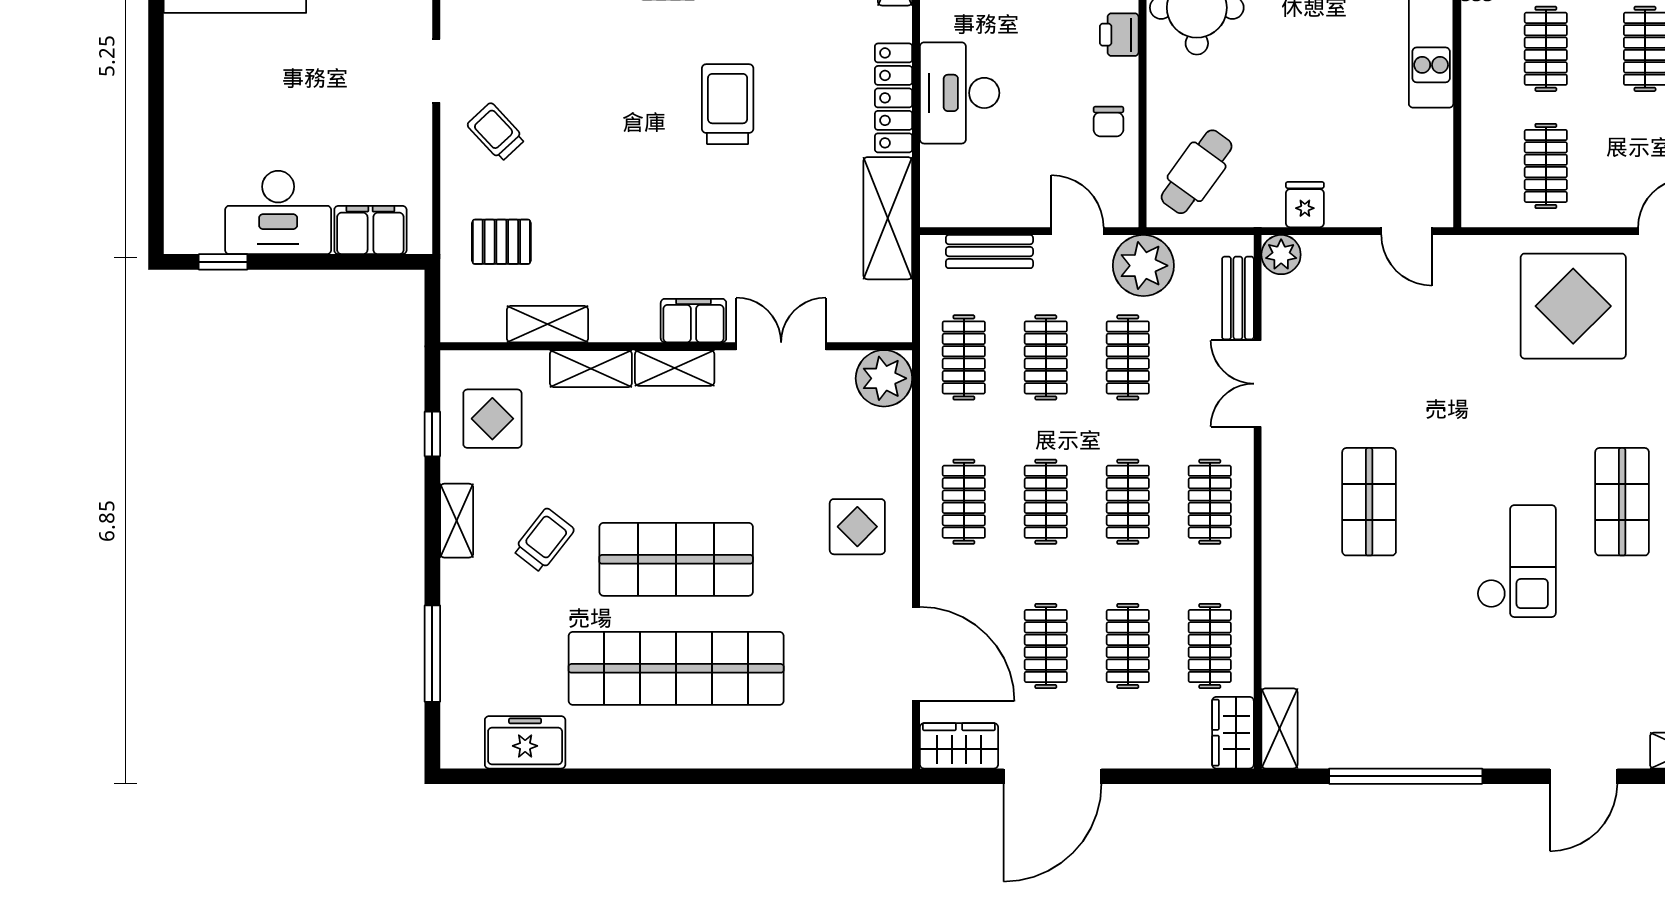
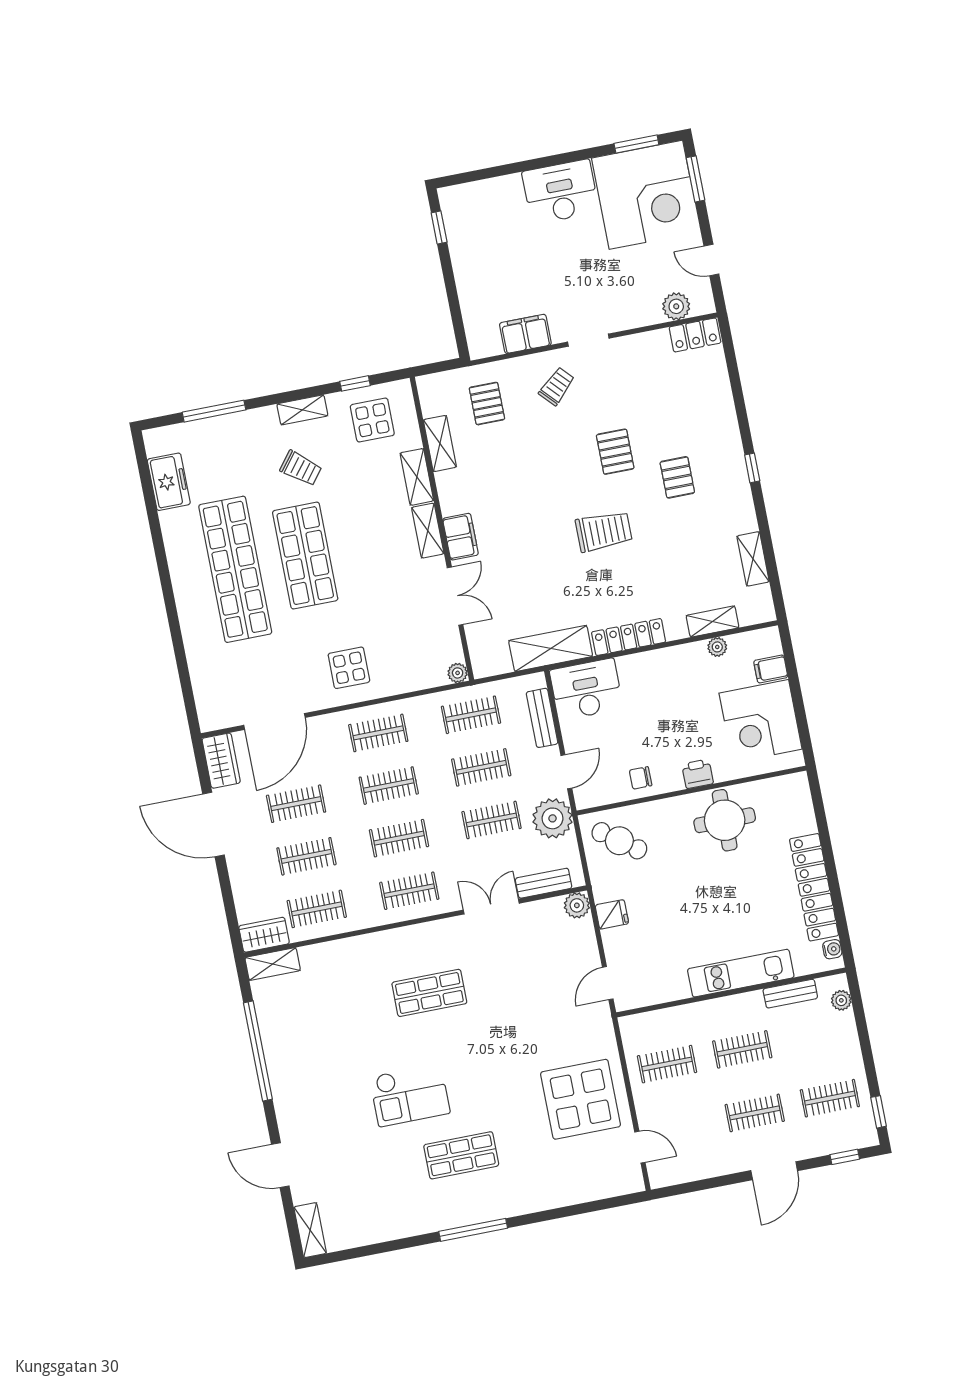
pallet: (611, 63) -> (615, 452), added
desk: (960, 93) -> (586, 689), moved
desk: (278, 212) -> (560, 192), moved, turned 90
filing cabinet: (370, 230) -> (525, 334), moved, turned -90
plant: (884, 378) -> (458, 673), width x0.53, depth x0.53

